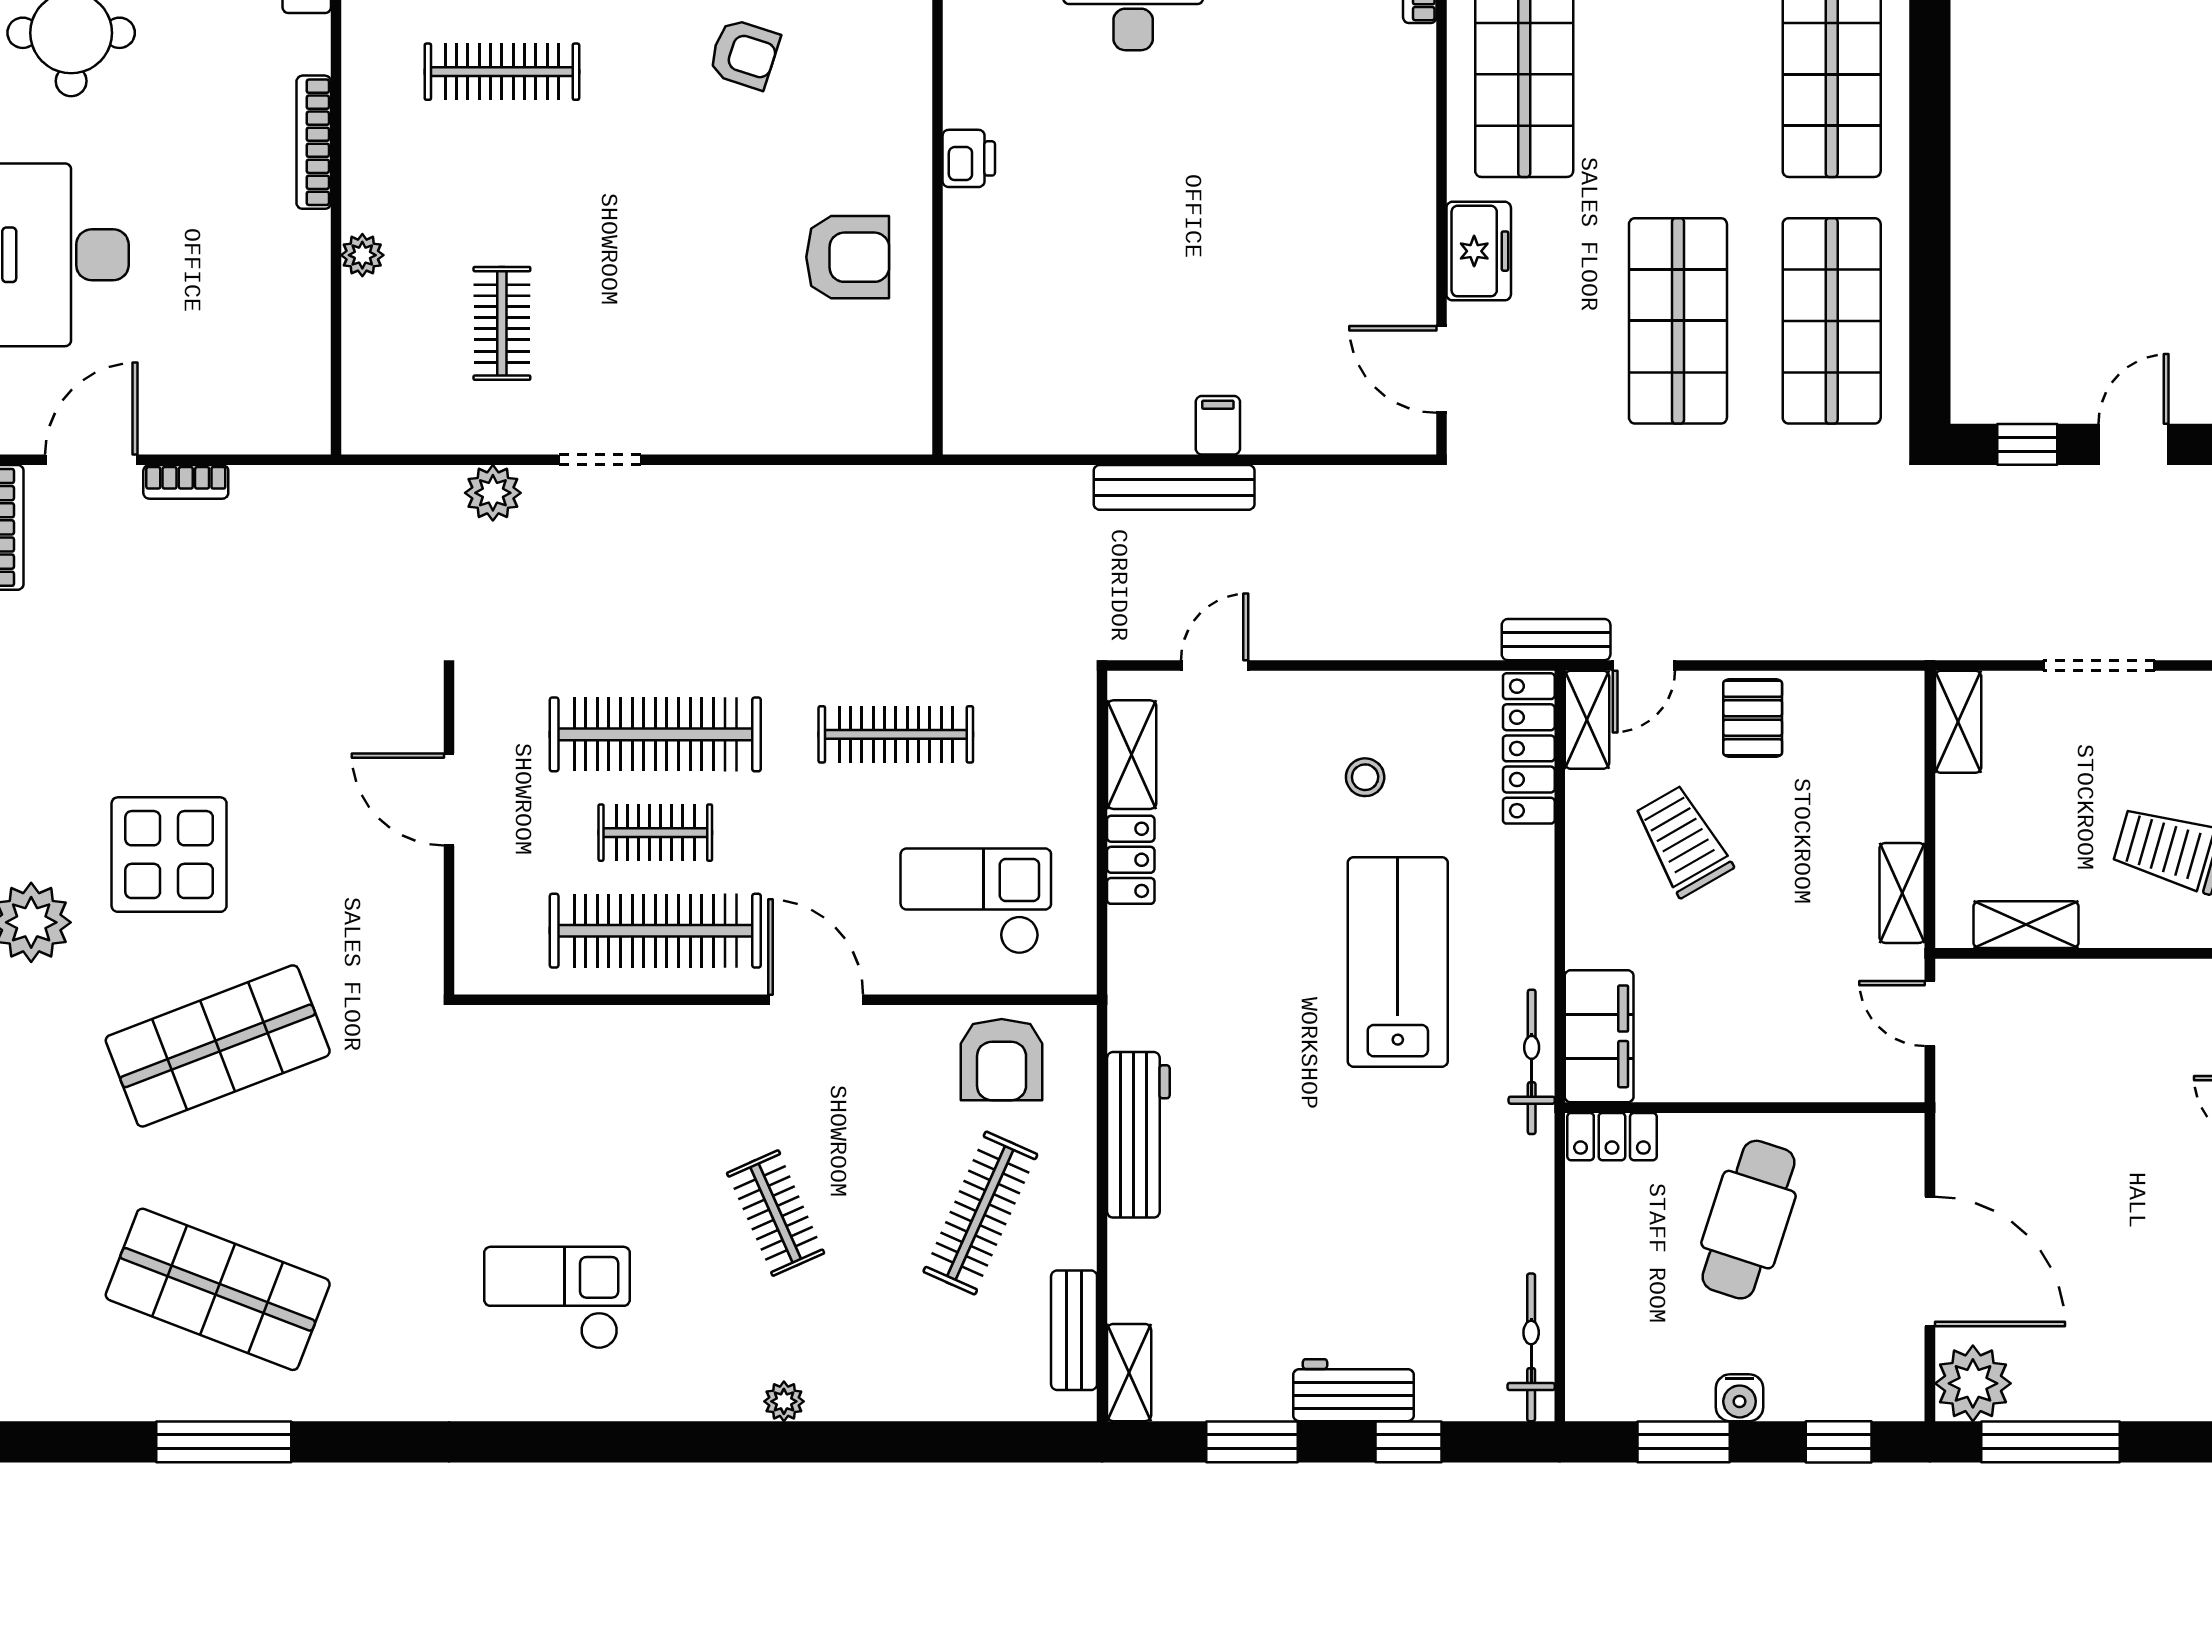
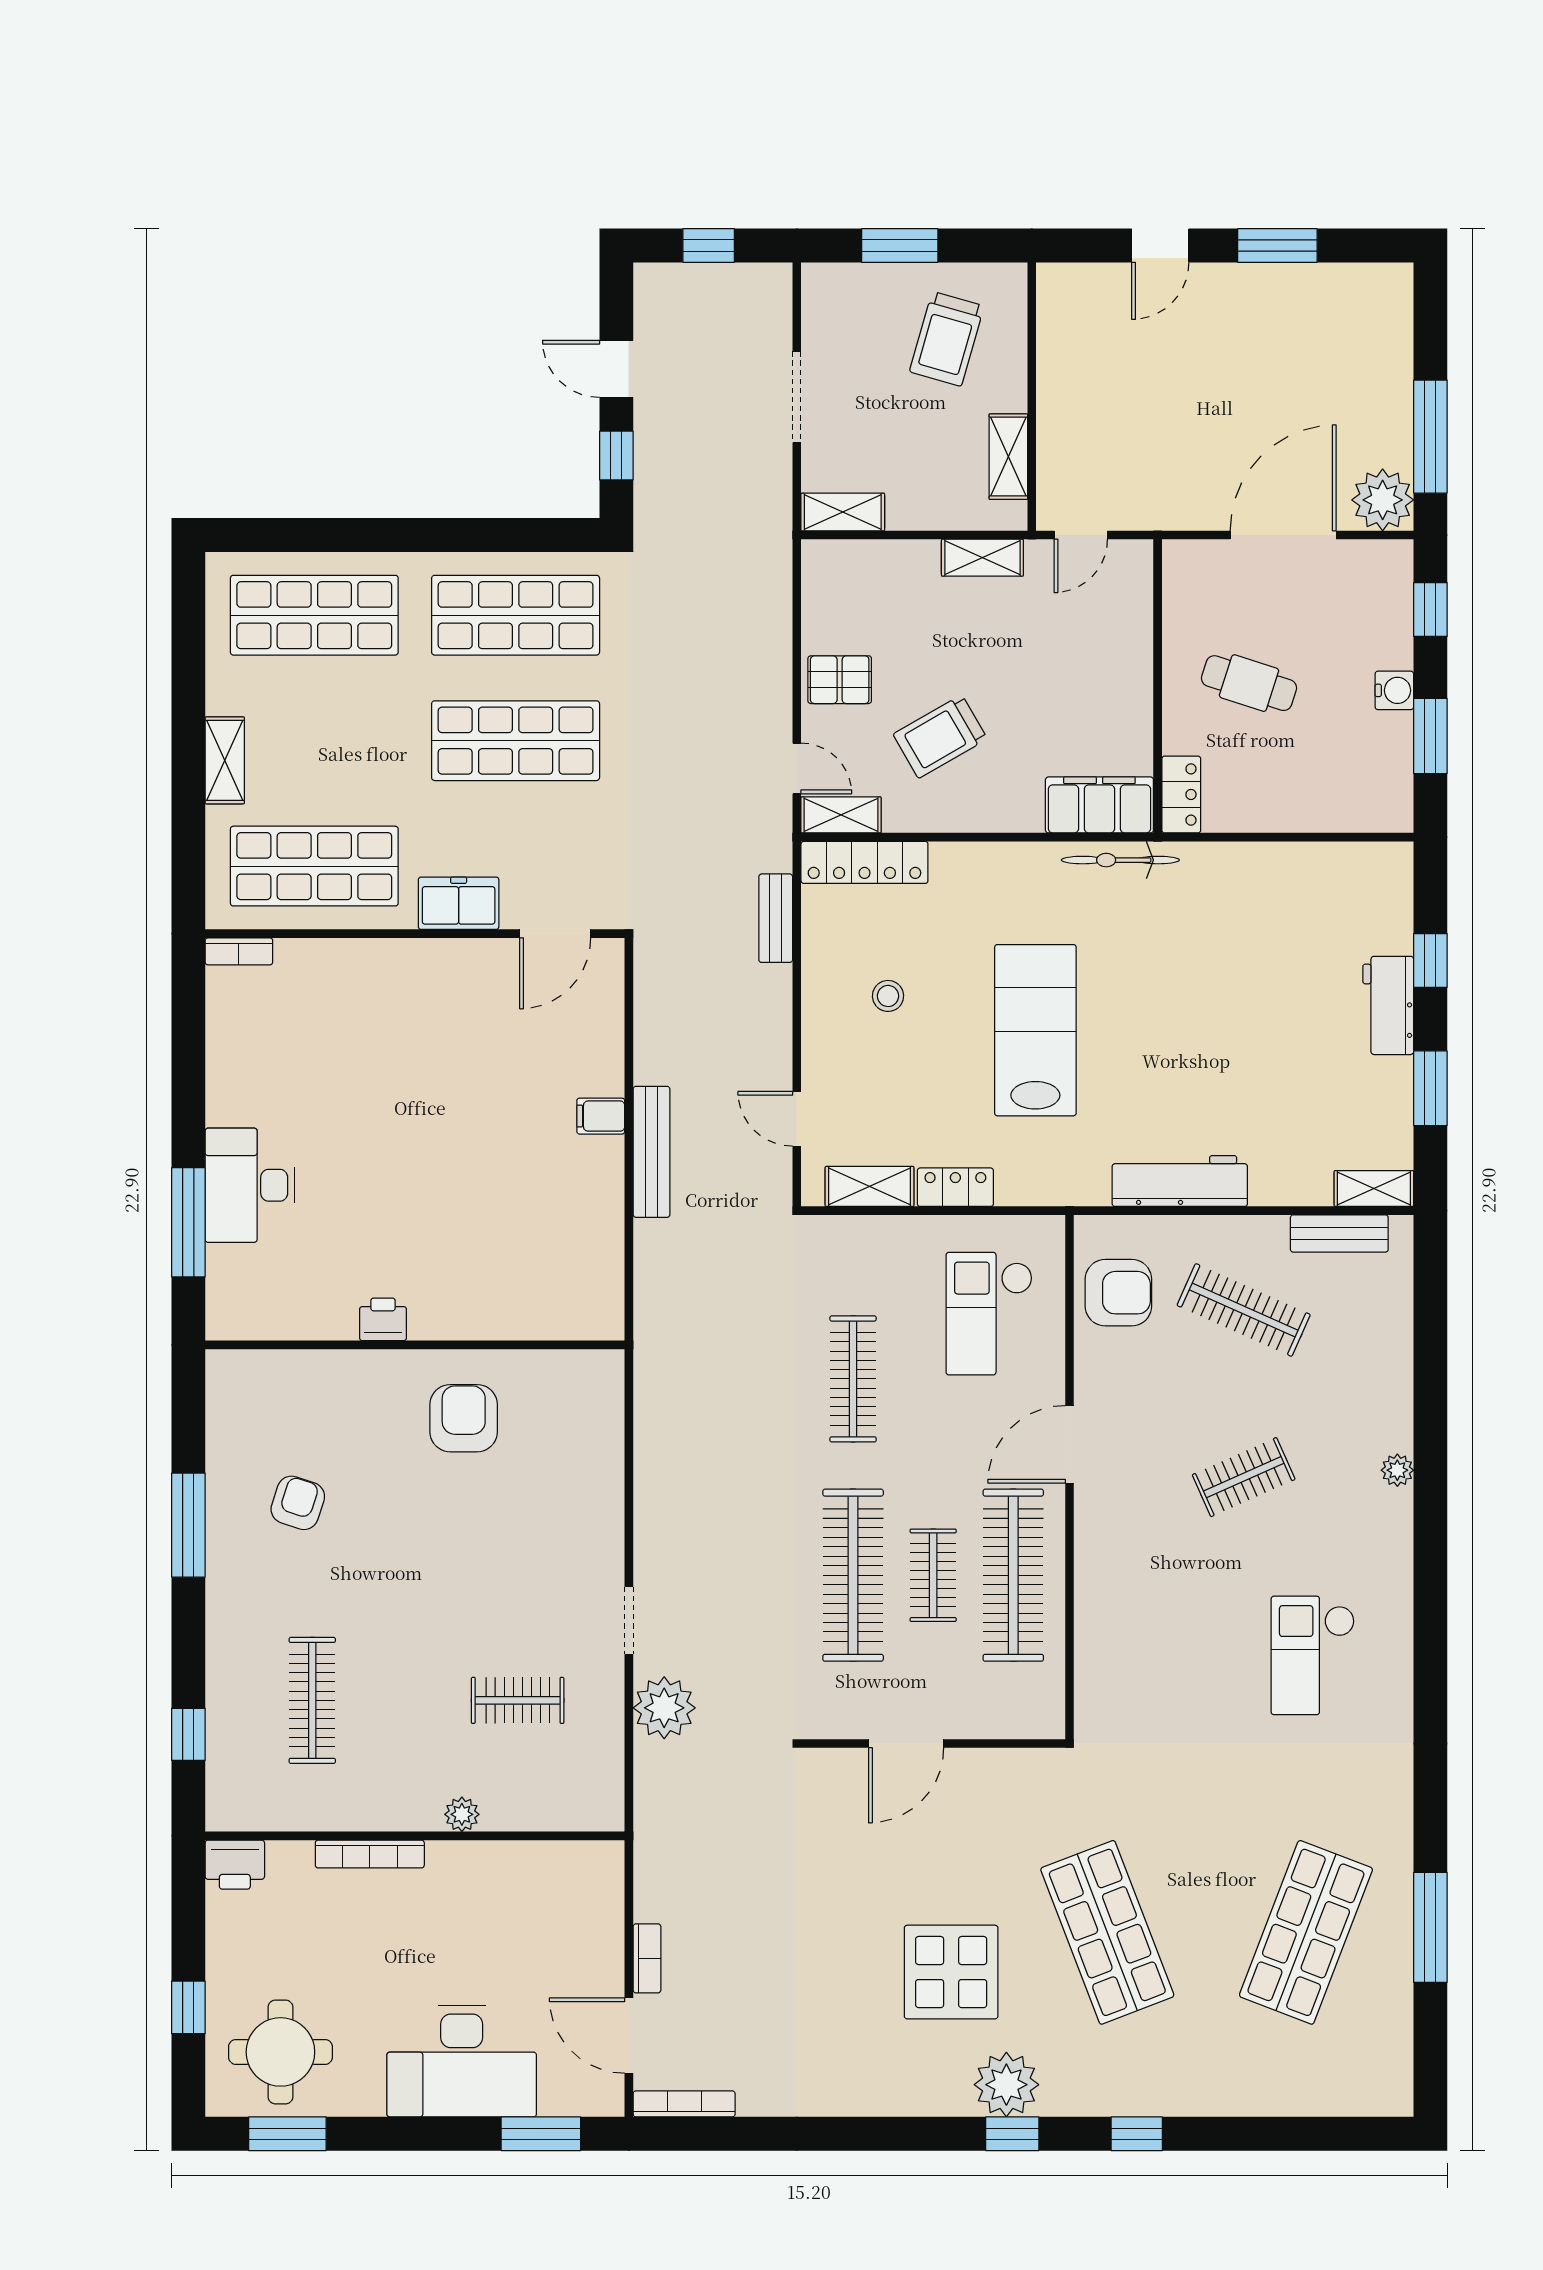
plant: (493, 493) -> (664, 1708), width x1.36, depth x1.36
bench: (1556, 640) -> (776, 918), moved
lab bench: (1398, 962) -> (1035, 1030), moved, turned 90
cafe table: (1748, 1220) -> (1249, 683), width x0.73, depth x0.74
bicycle: (1531, 1347) -> (1353, 860), removed

